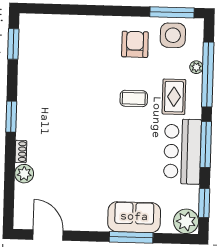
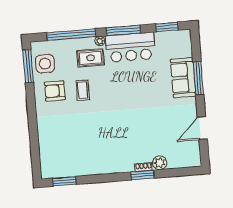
plant: (196, 67) -> (100, 41), moved
coffee table: (134, 98) -> (83, 90), moved
window: (11, 117) -> (142, 175), moved
plant: (186, 221) -> (182, 39), removed
door: (48, 235) -> (202, 128), moved

